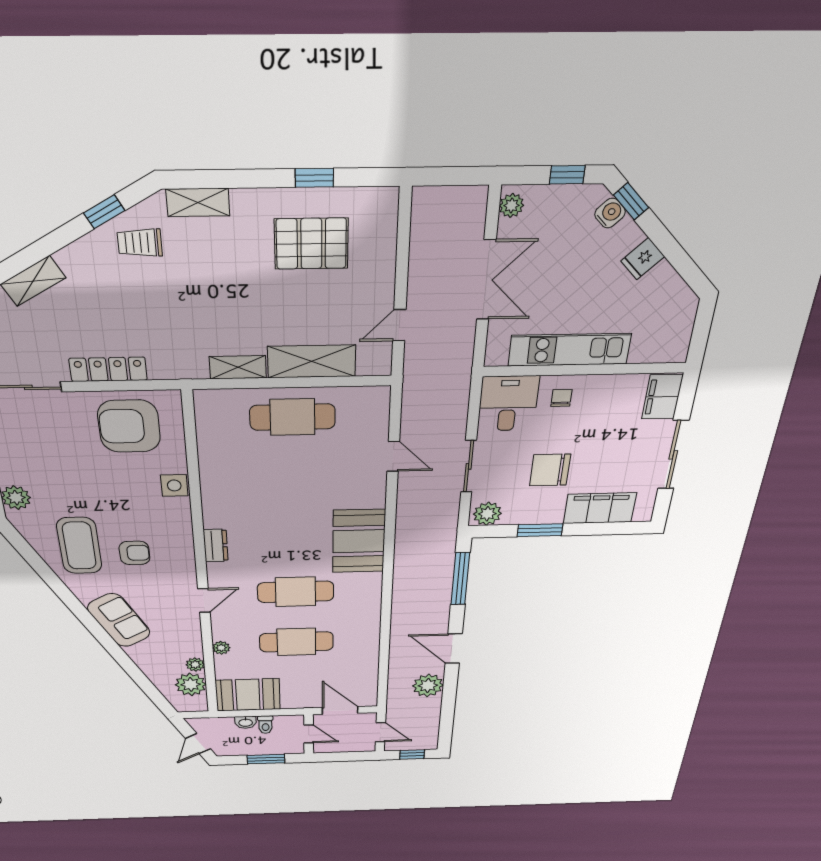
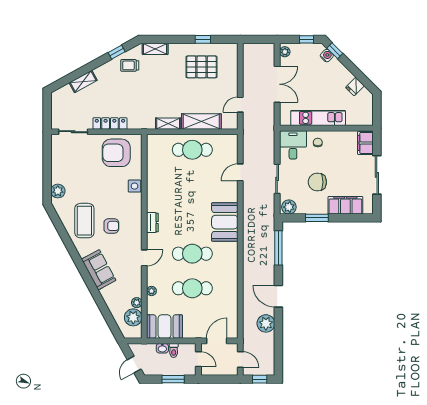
fridge: (643, 259) -> (355, 87), moved
door: (393, 456) -> (240, 172), swing flipped
door: (340, 710) -> (217, 341), hinge flipped

